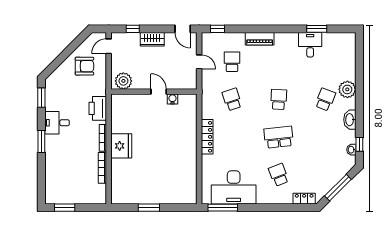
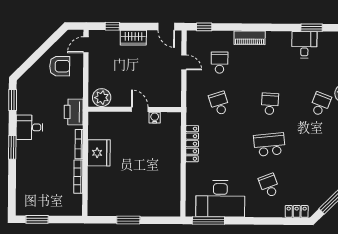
plant: (123, 81) -> (102, 98), moved
wall: (154, 92) -> (135, 109), moved
door: (159, 92) -> (140, 109), moved
water cooler: (172, 99) -> (155, 118), moved

